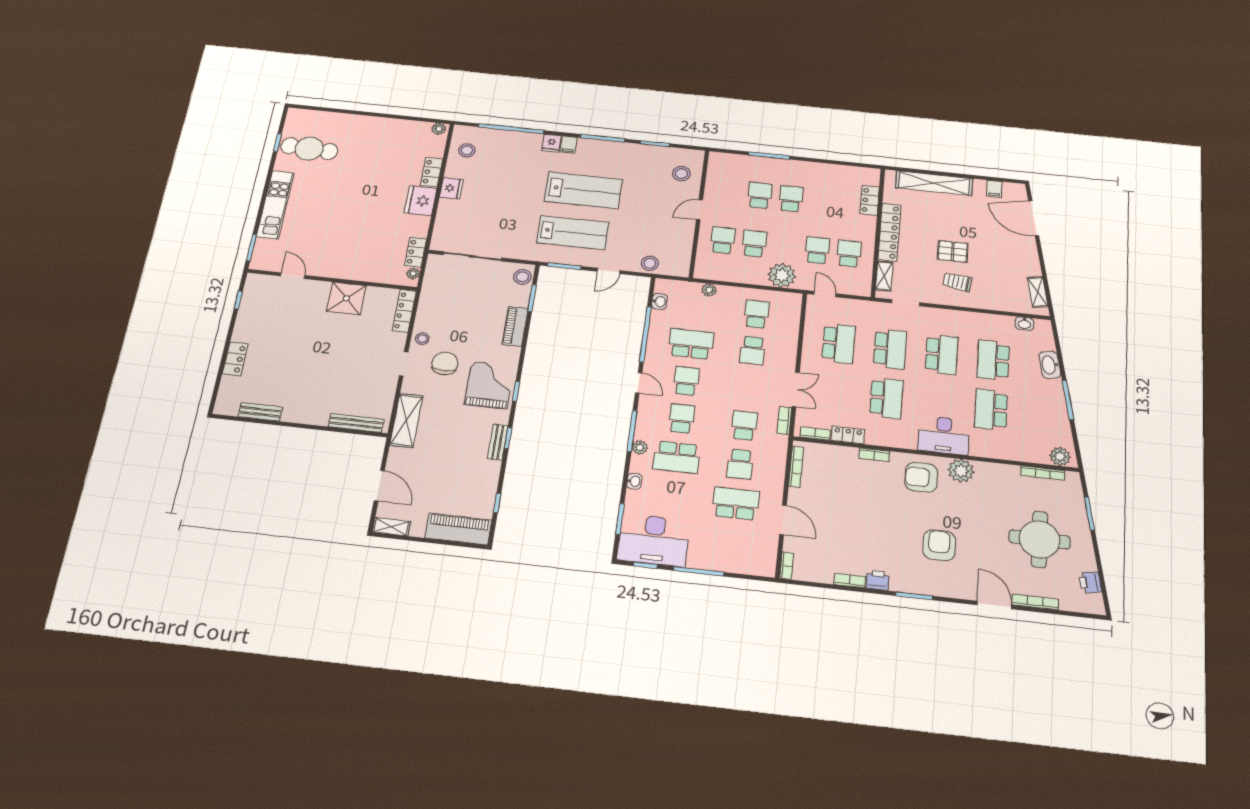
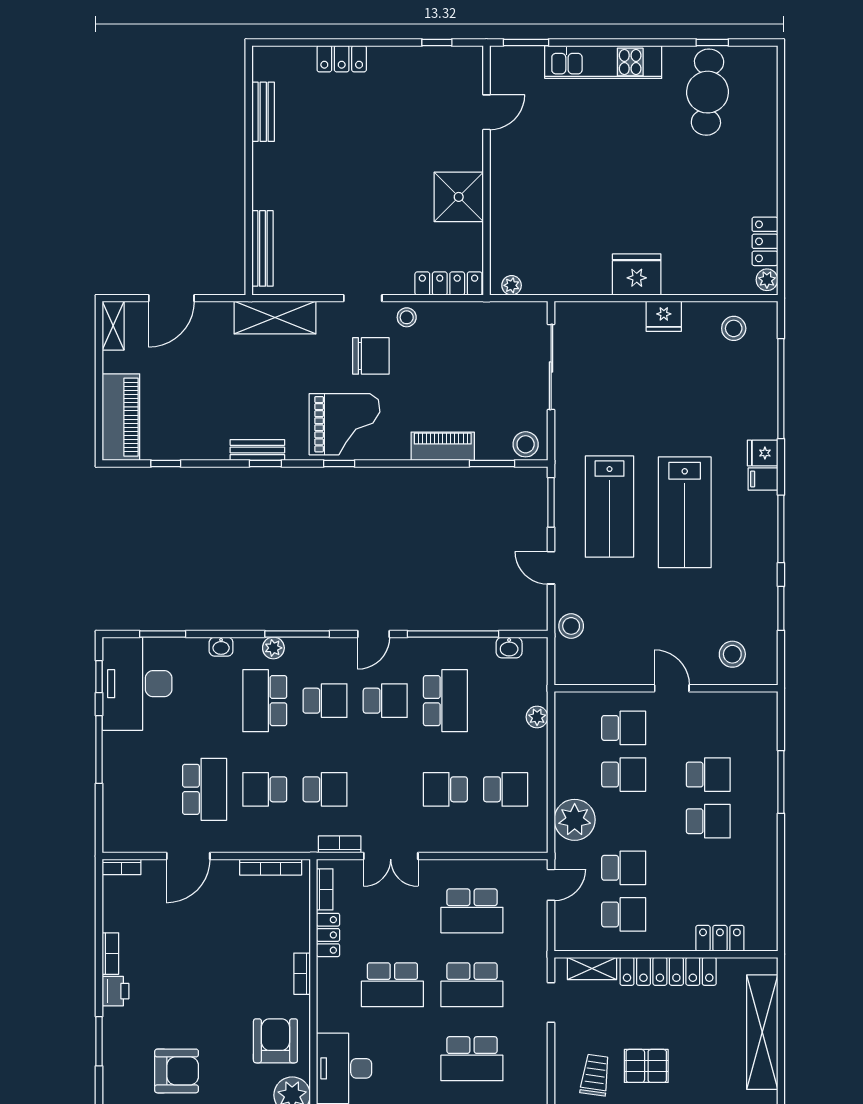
locker: (432, 172) -> (765, 241), moved, turned -90
pallet: (953, 251) -> (646, 1066), turned 90
locker: (416, 252) -> (548, 283), removed

